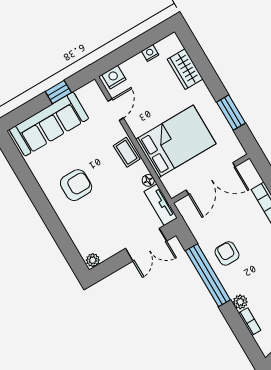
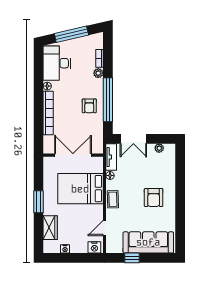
window: (231, 113) -> (39, 202), moved
armchair: (76, 185) -> (154, 198), turned -90
double door: (146, 245) -> (133, 139), swing flipped
plant: (93, 260) -> (159, 148), moved

